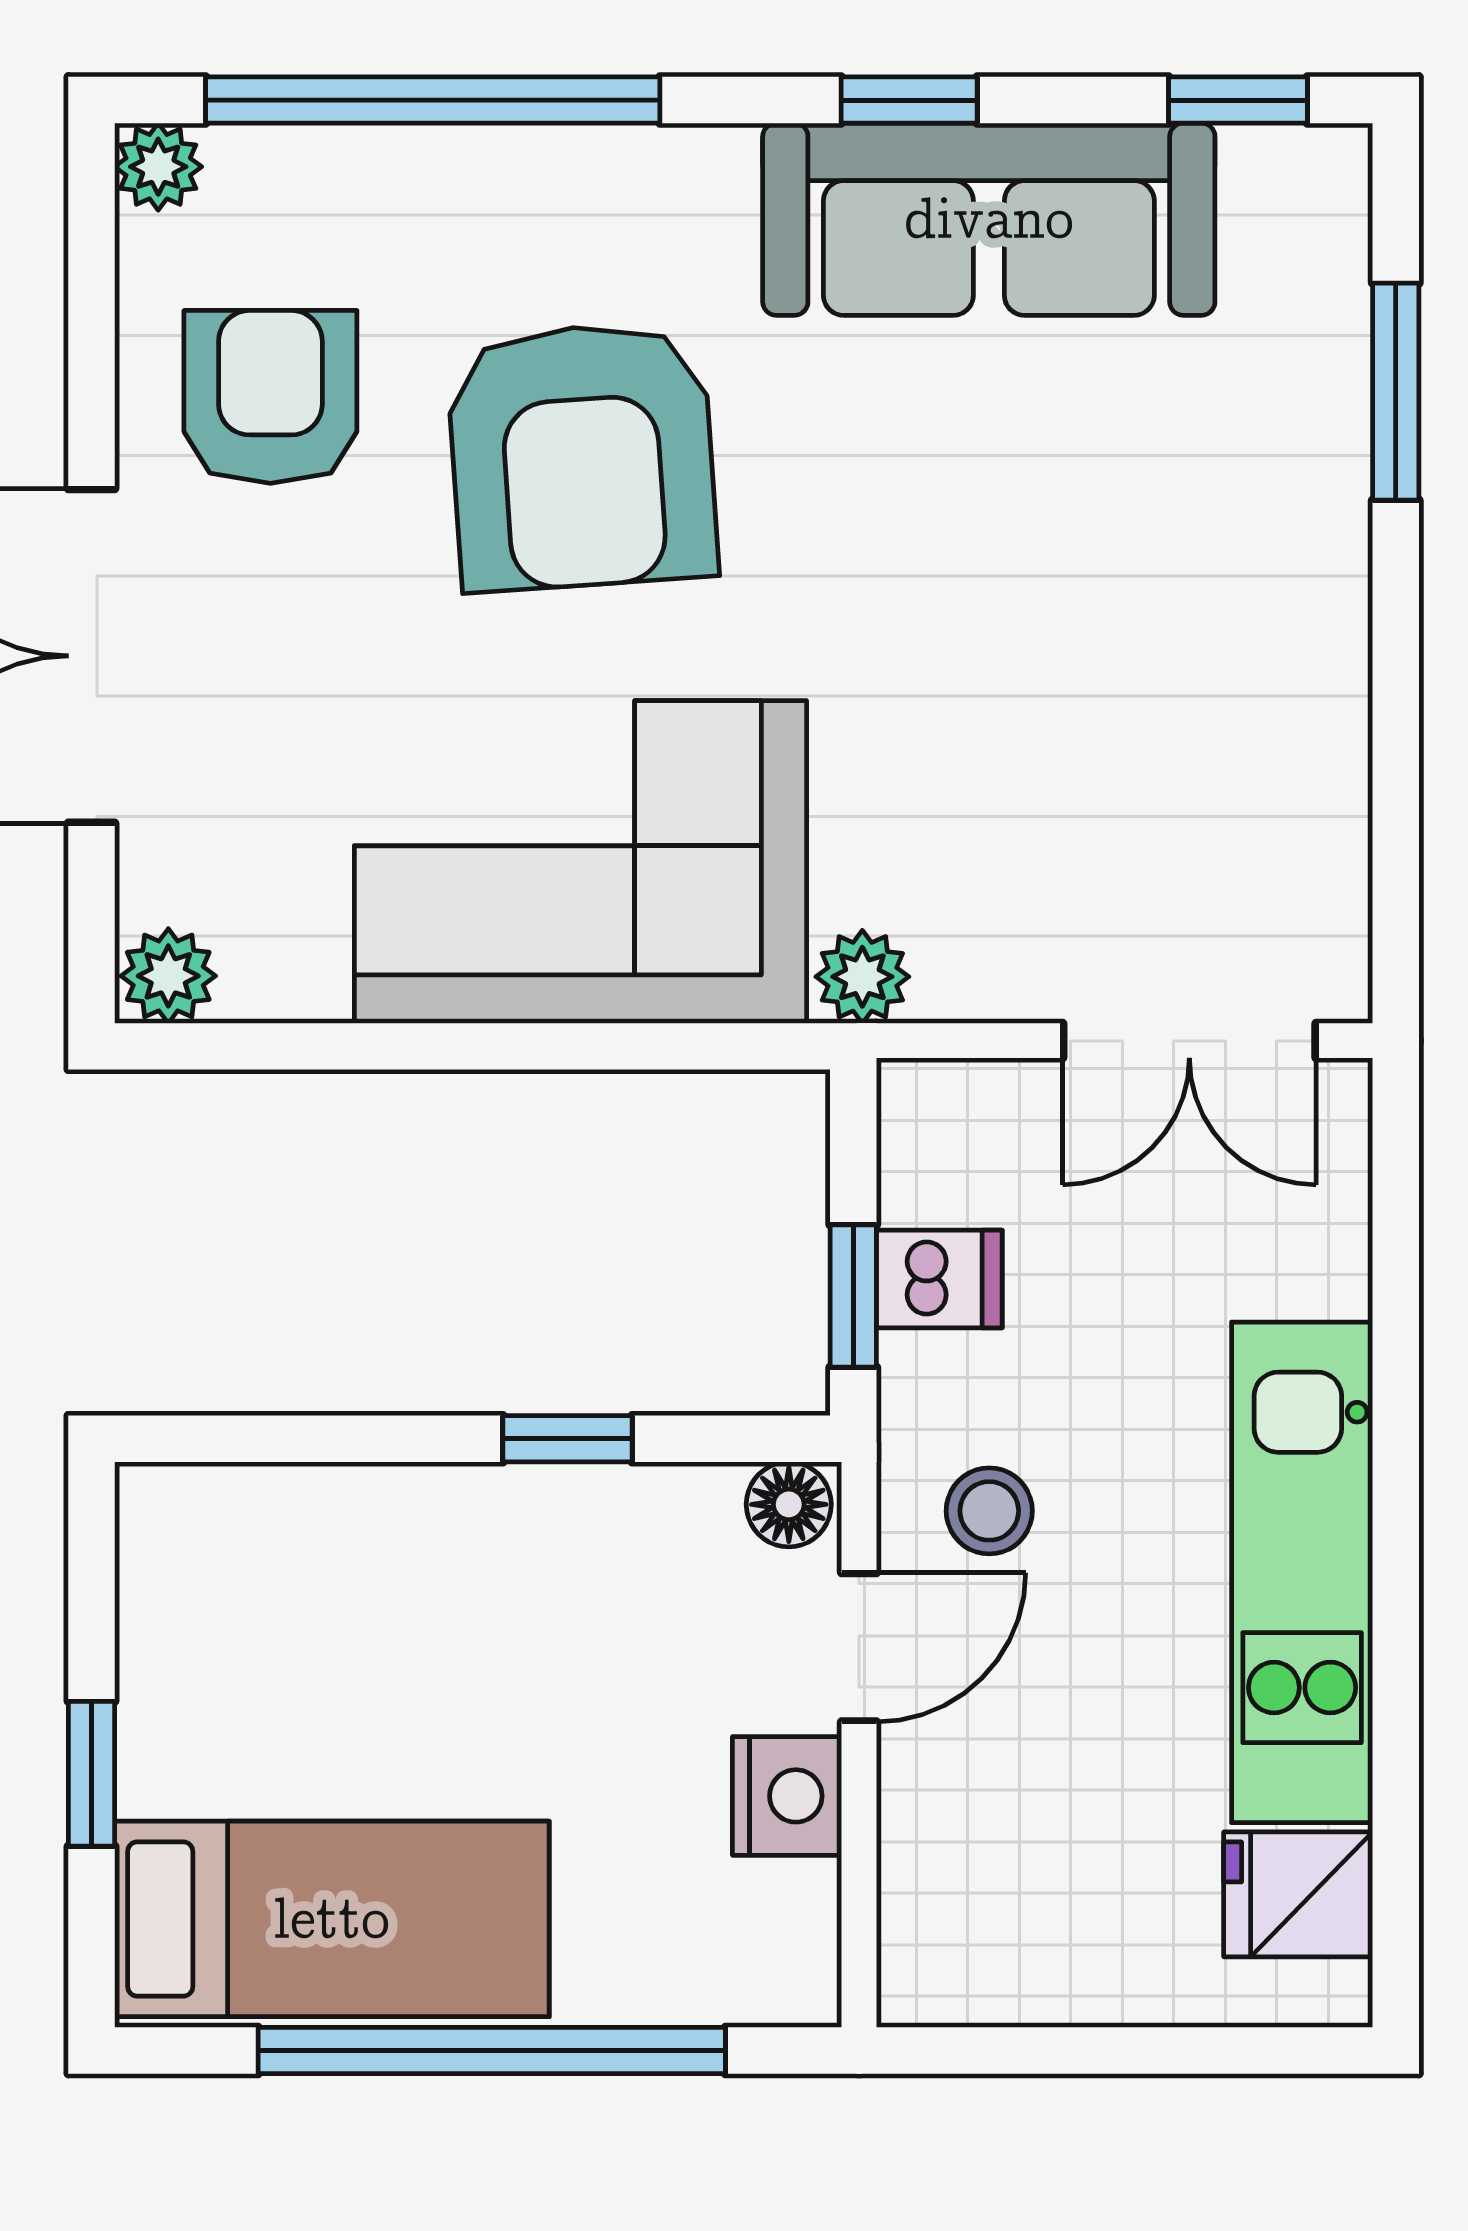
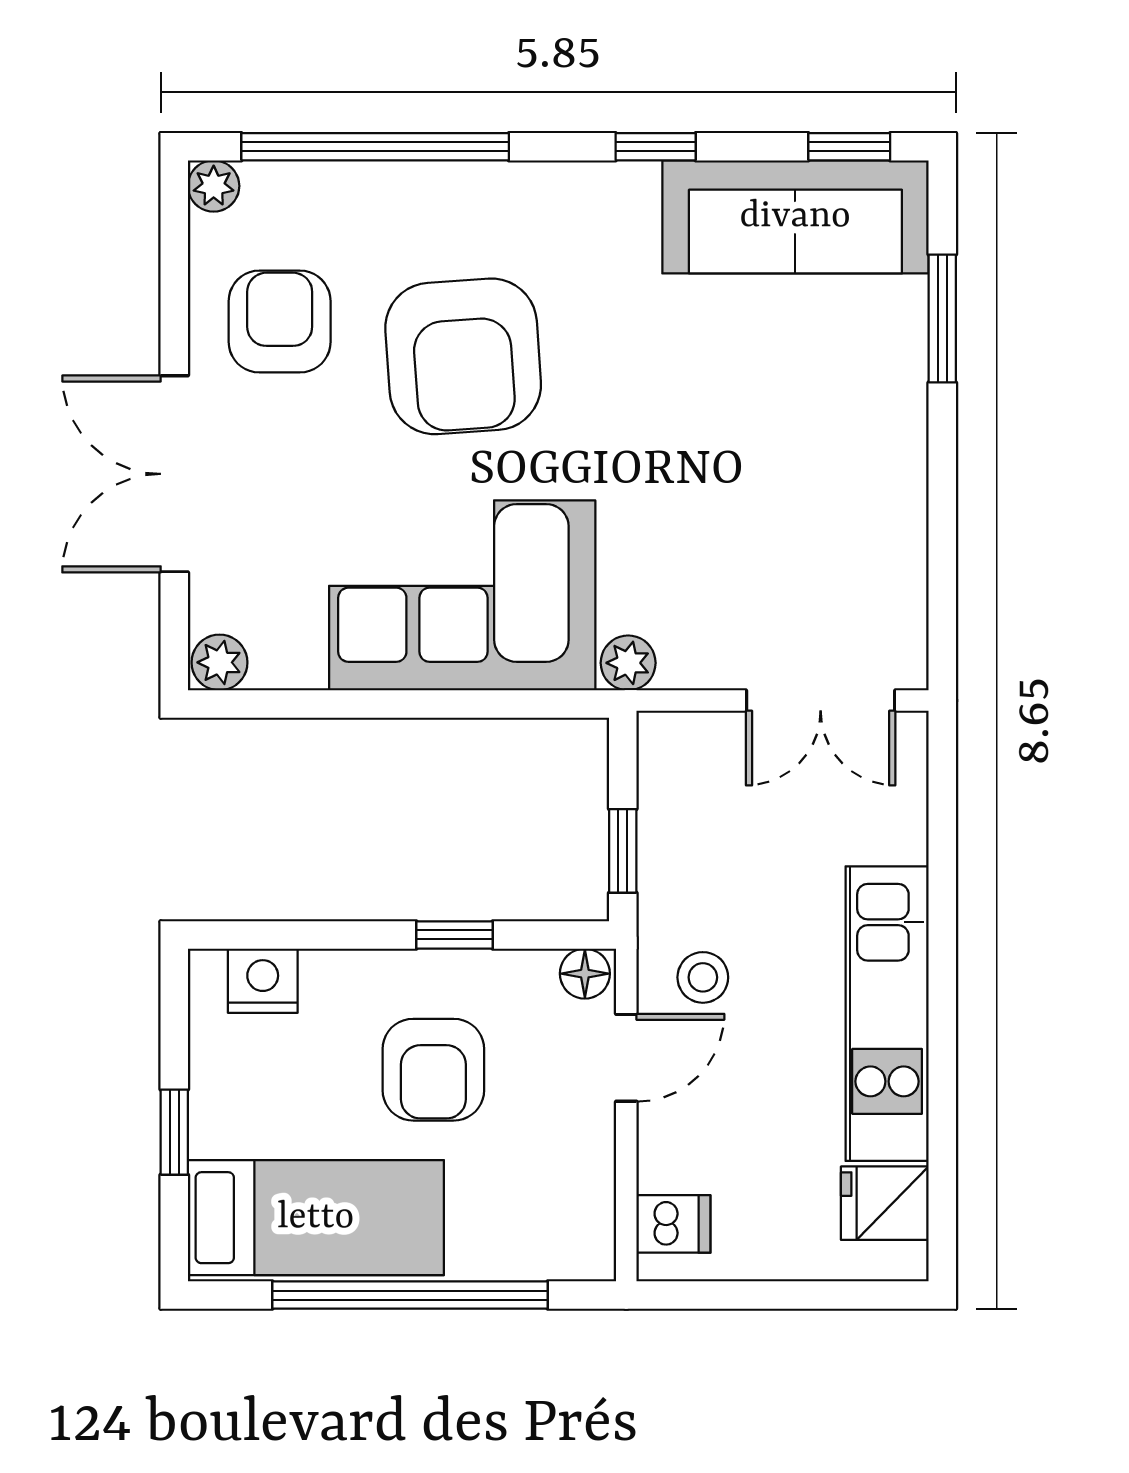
sofa: (989, 219) -> (795, 217), moved
dishwasher: (939, 1279) -> (673, 1224), moved
armchair: (532, 1668) -> (433, 1070), added
nightstand: (787, 1796) -> (263, 981), moved, turned -90

